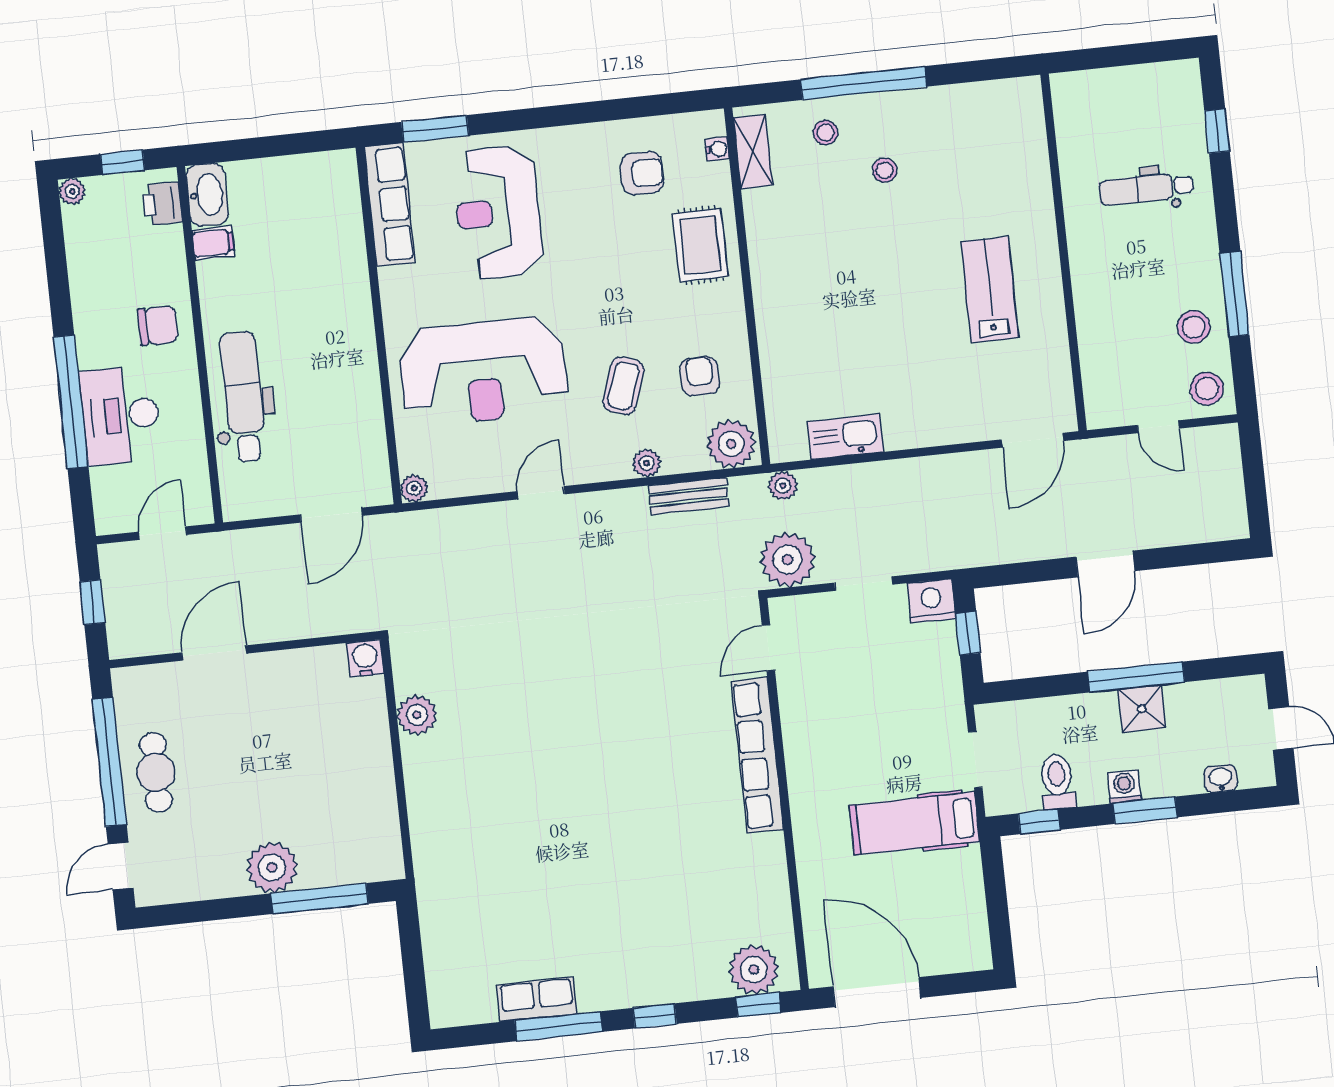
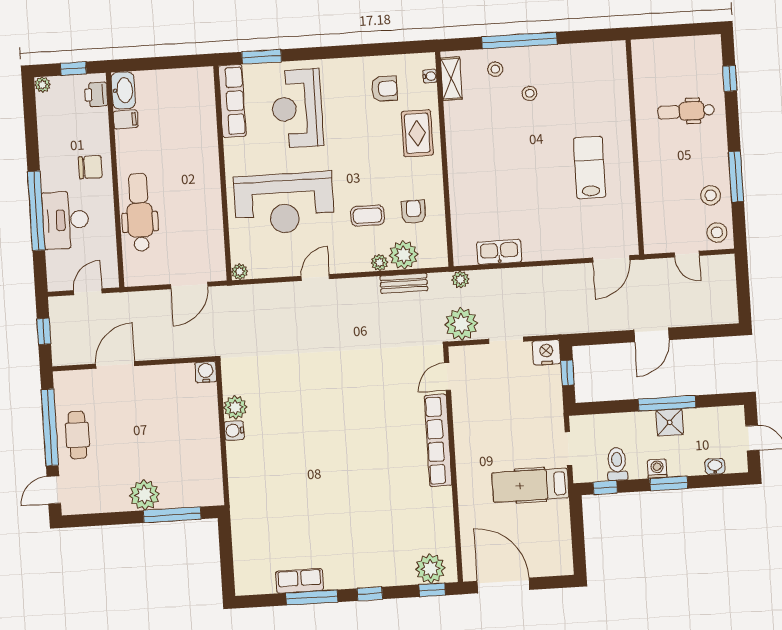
coffee table: (623, 386) -> (368, 216), turned 71
plant: (731, 444) -> (404, 255), moved
water cooler: (417, 754) -> (234, 431), added

